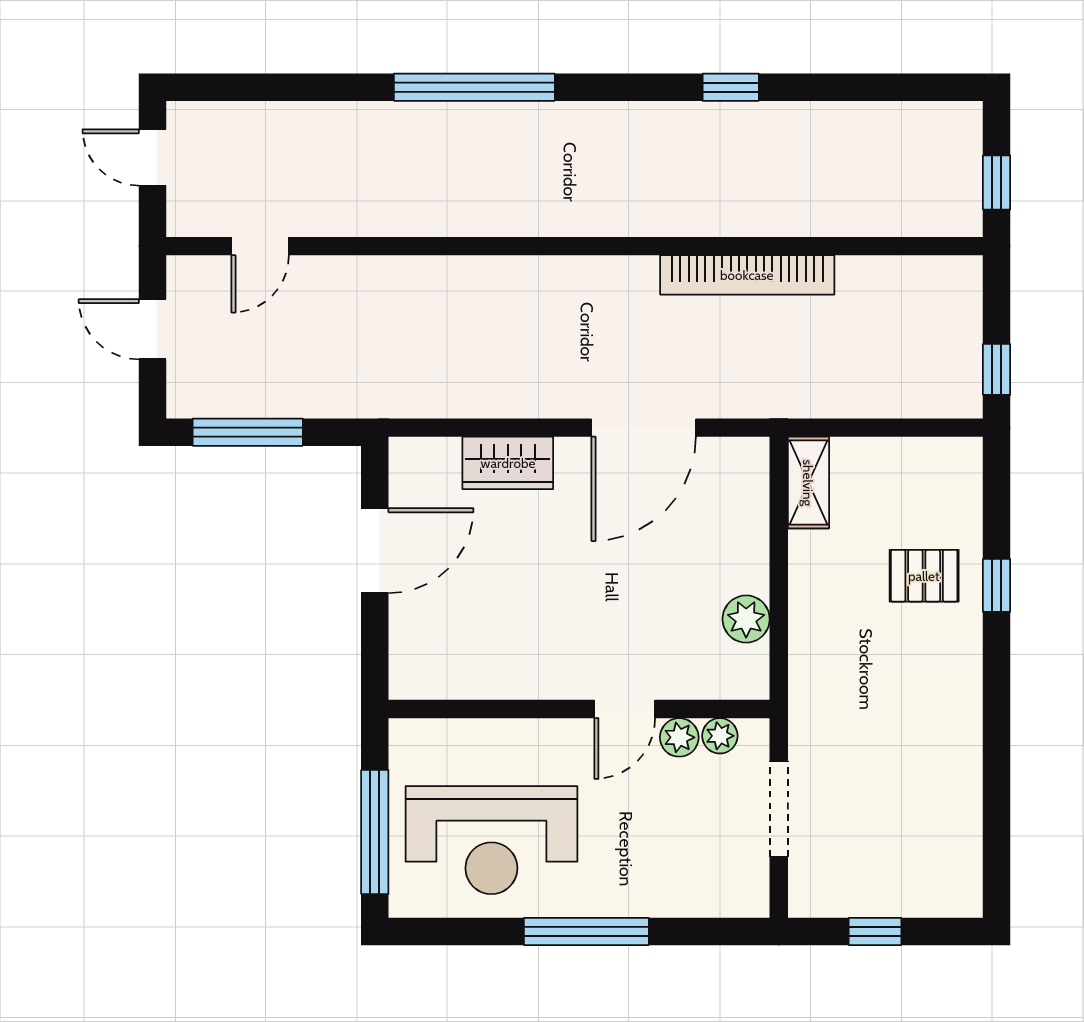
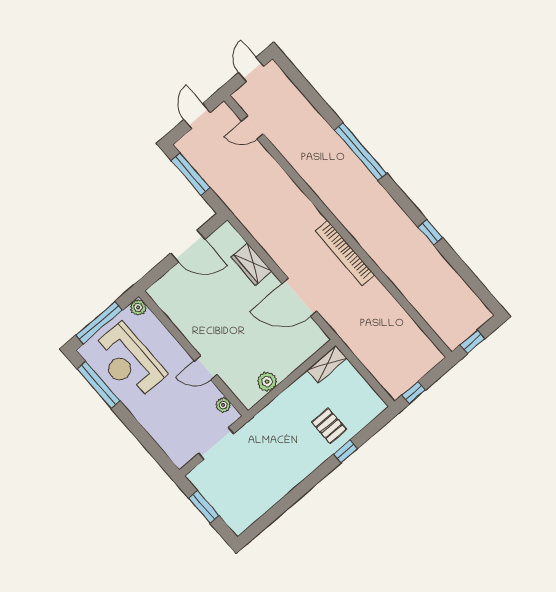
bookcase: (747, 275) -> (345, 253), moved
plant: (679, 737) -> (138, 307), moved
window: (586, 931) -> (98, 385), moved
window: (875, 931) -> (204, 507), width x1.50

